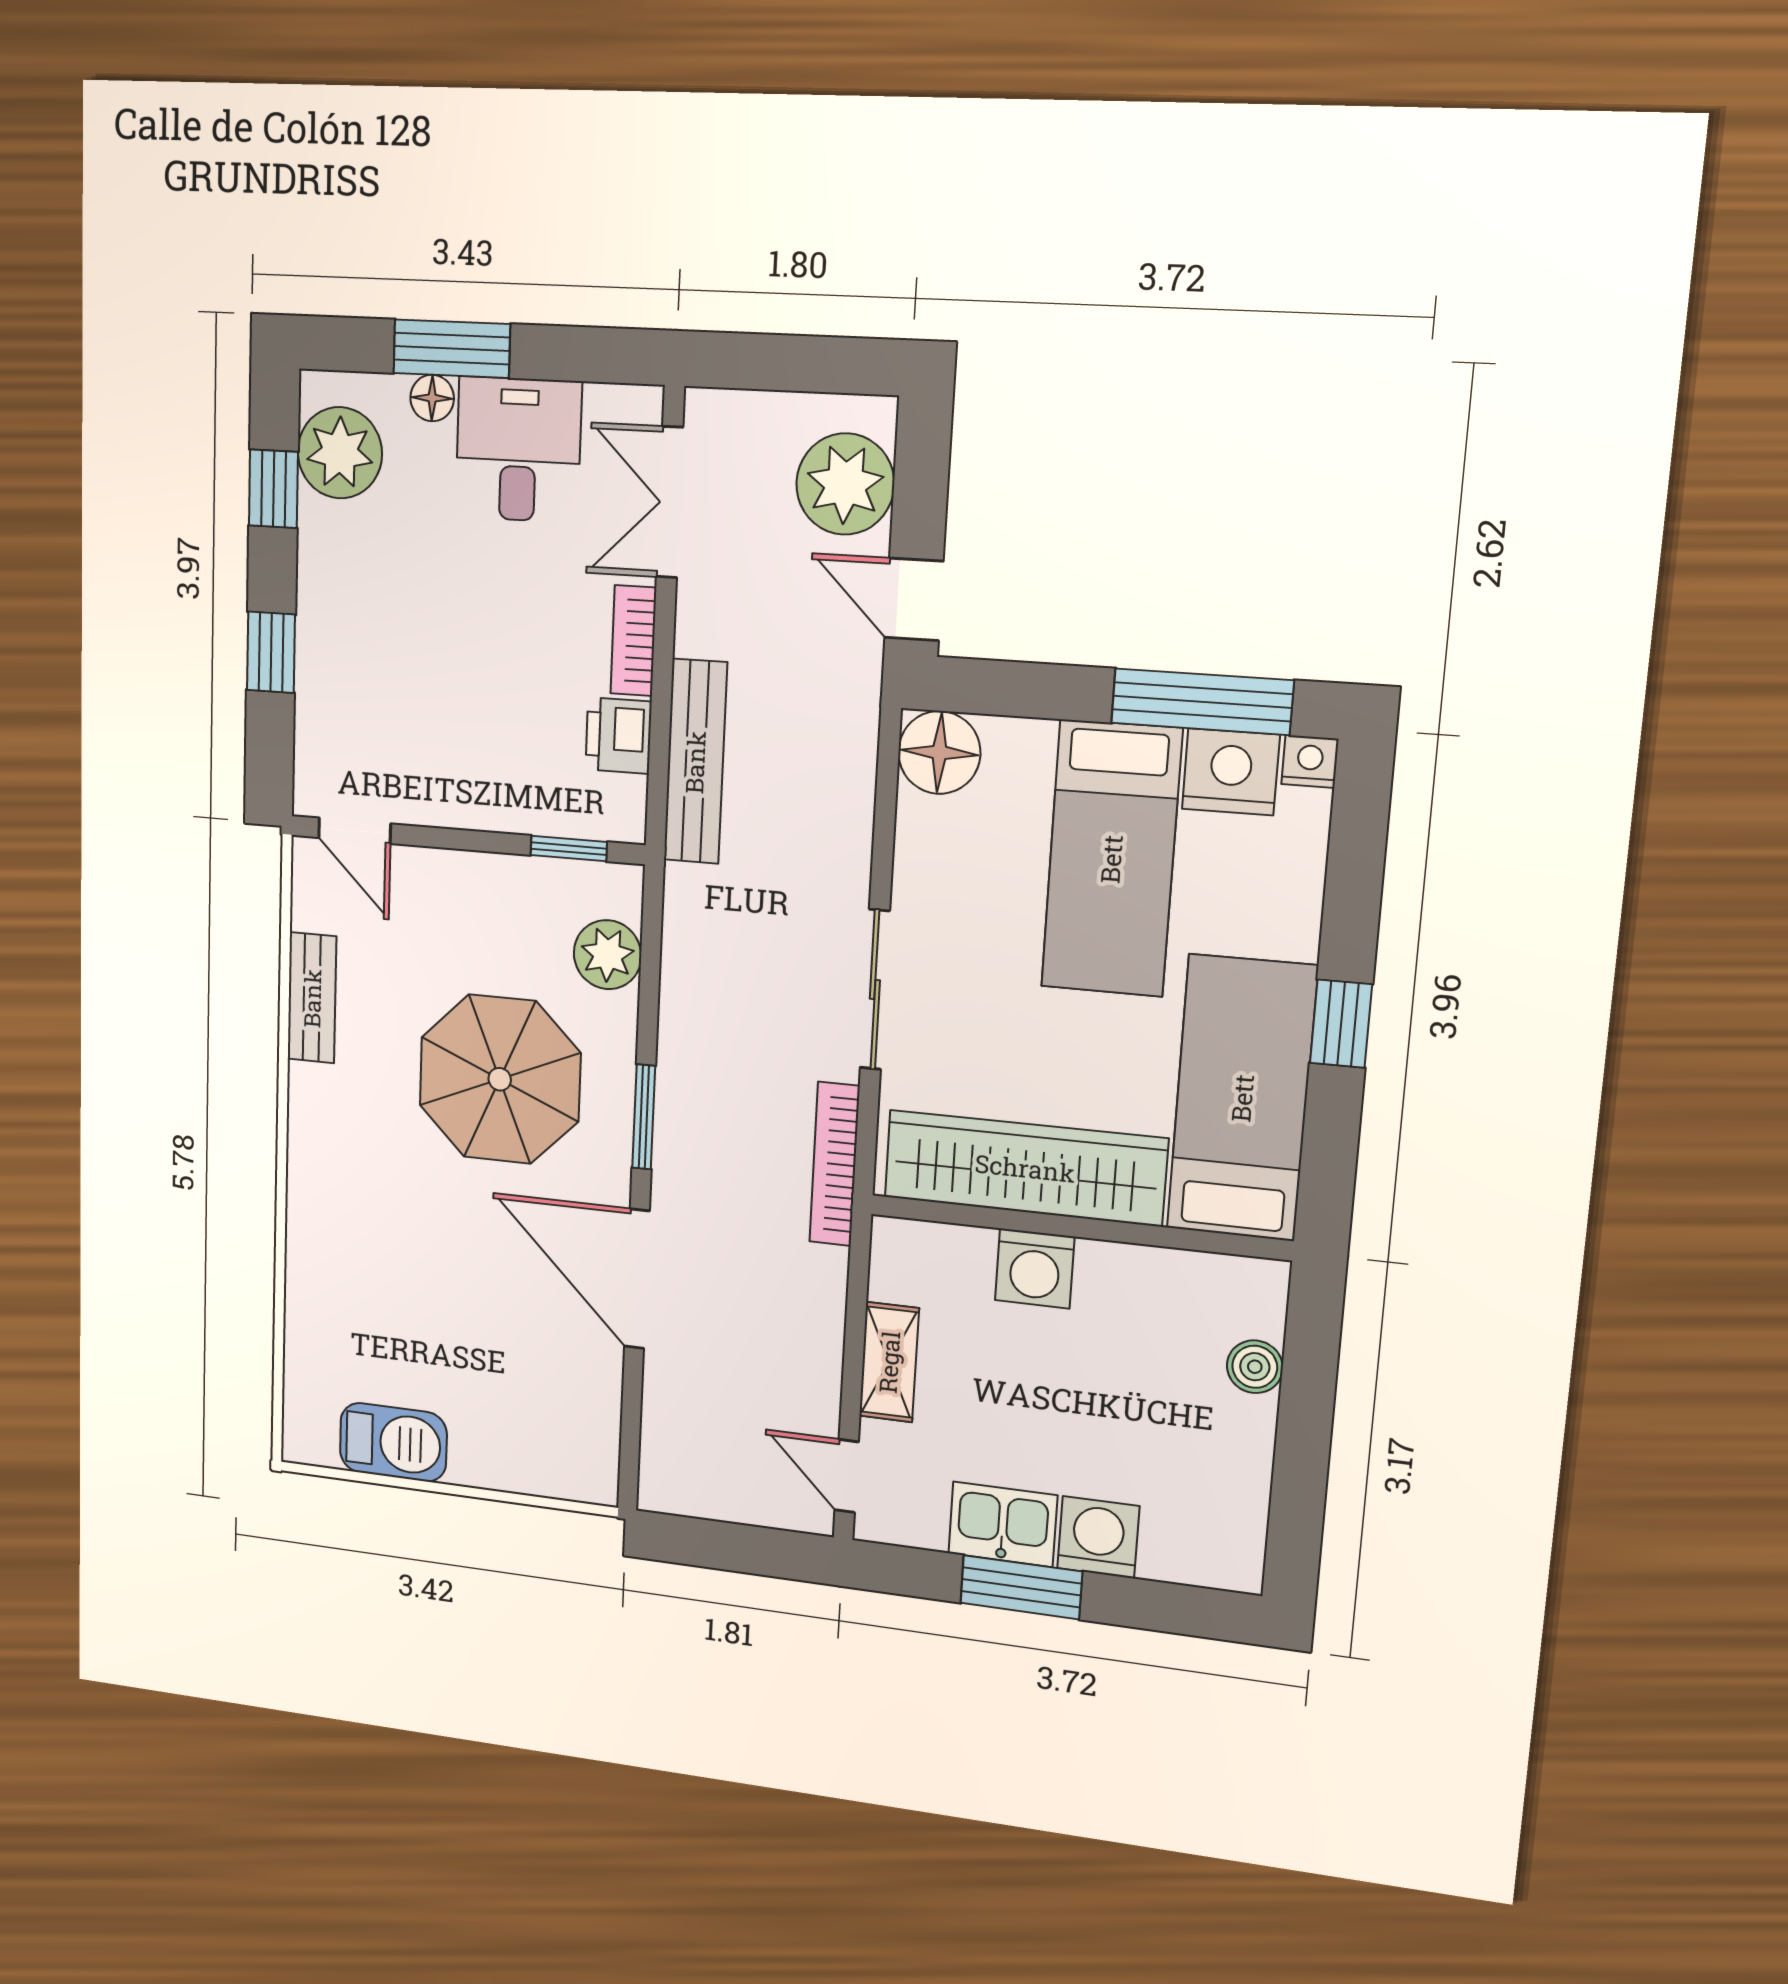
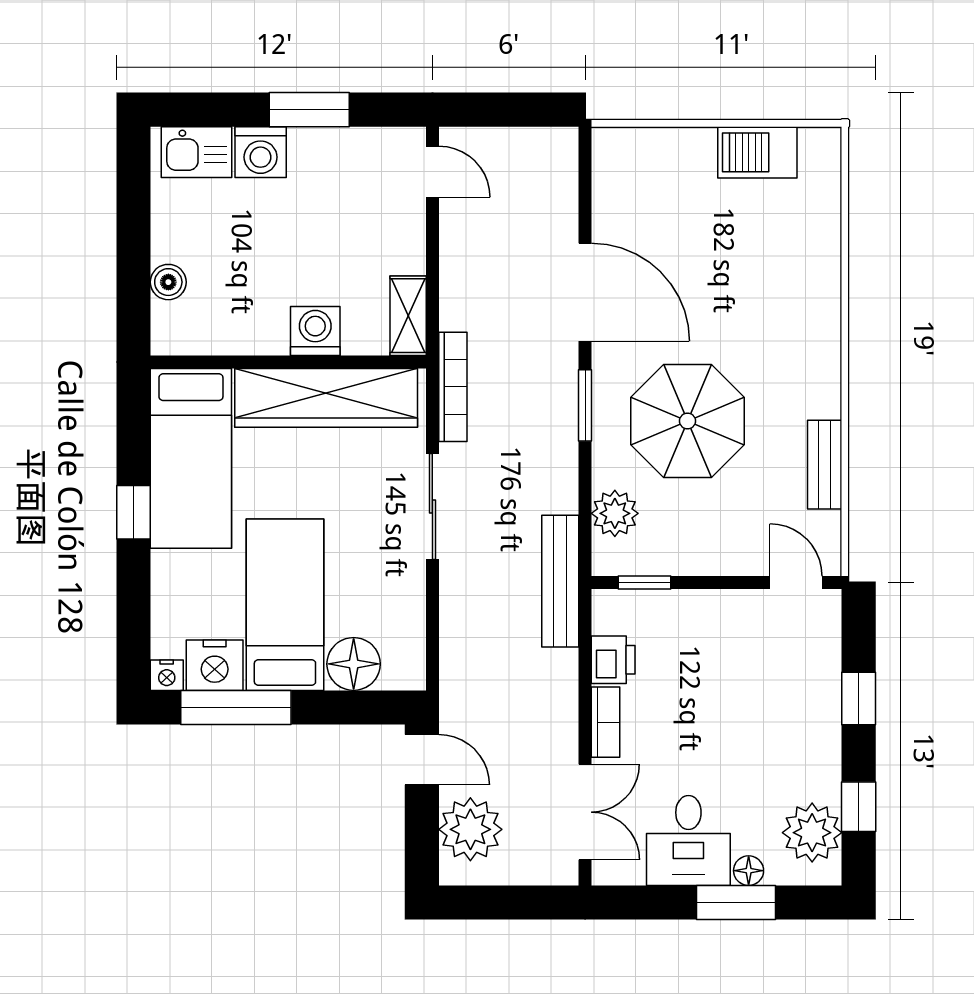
floor lamp: (939, 752) -> (354, 664), moved
bench: (695, 762) -> (560, 581), moved
shelving: (889, 1362) -> (408, 316), moved
kitchen sink: (1003, 1524) -> (196, 152), moved

